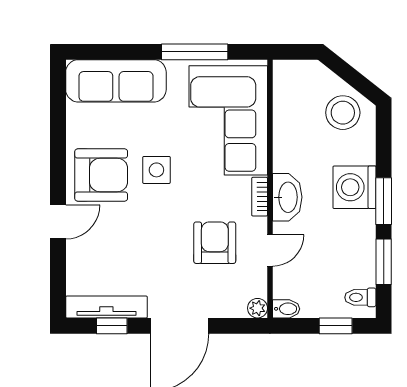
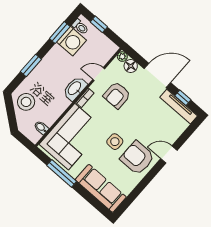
washing machine: (355, 187) -> (72, 41), moved
window: (384, 201) -> (31, 65), moved
floor lamp: (232, 305) -> (131, 66), added
bidet: (286, 309) -> (41, 128), moved

